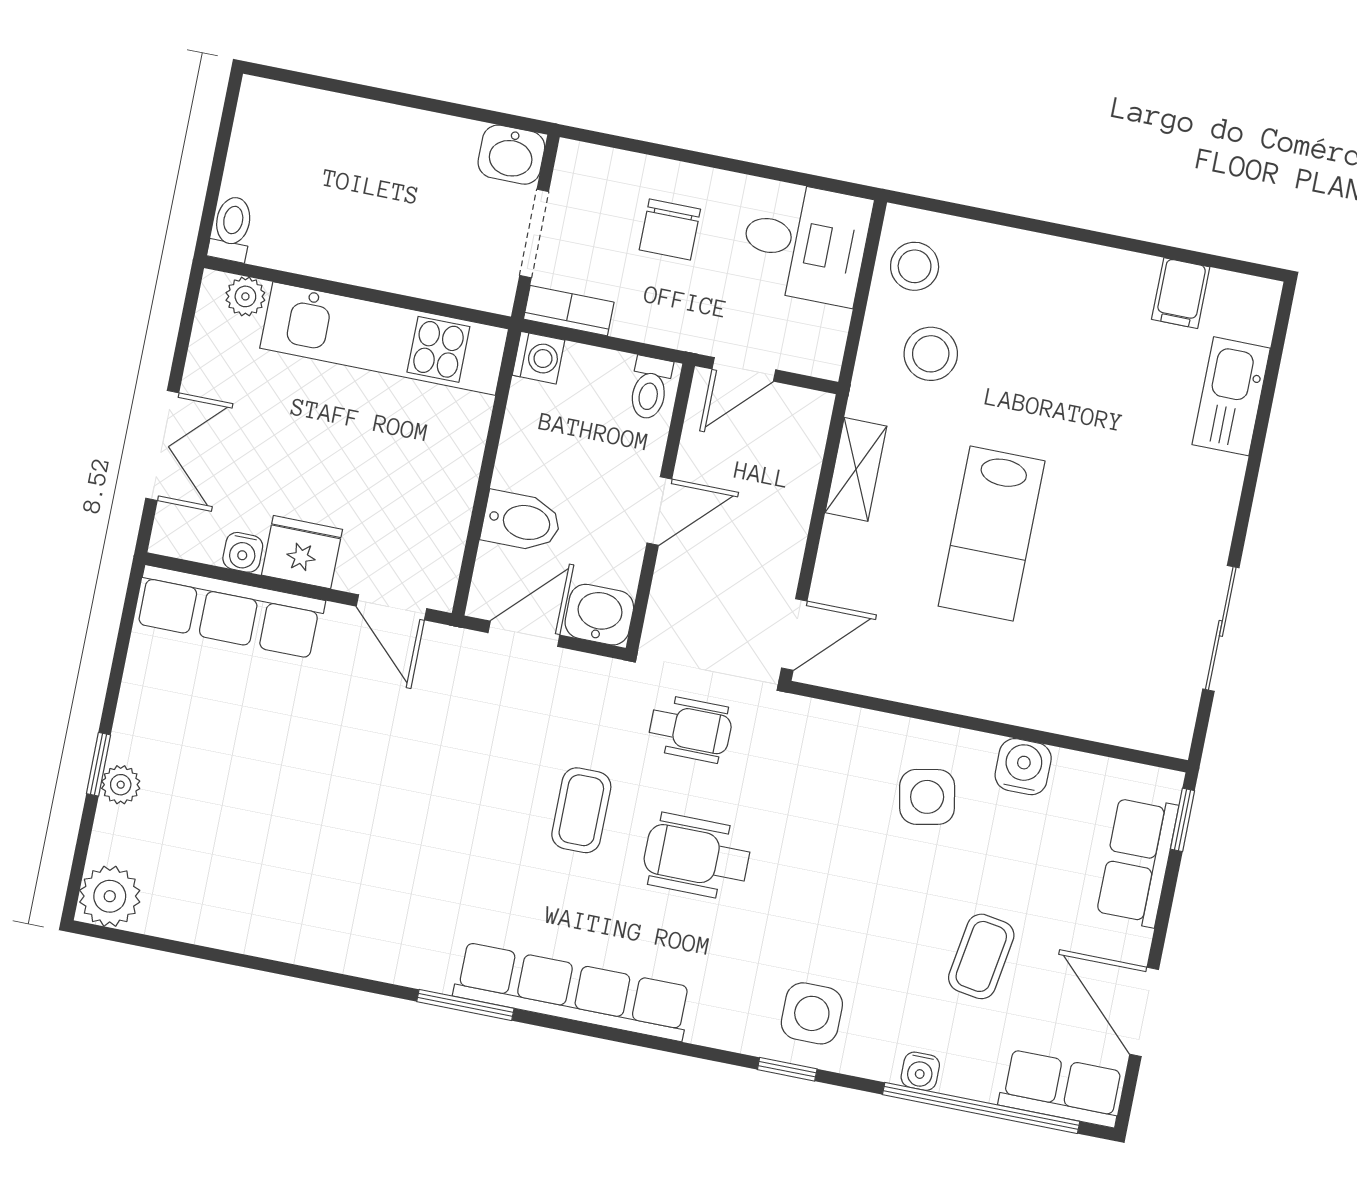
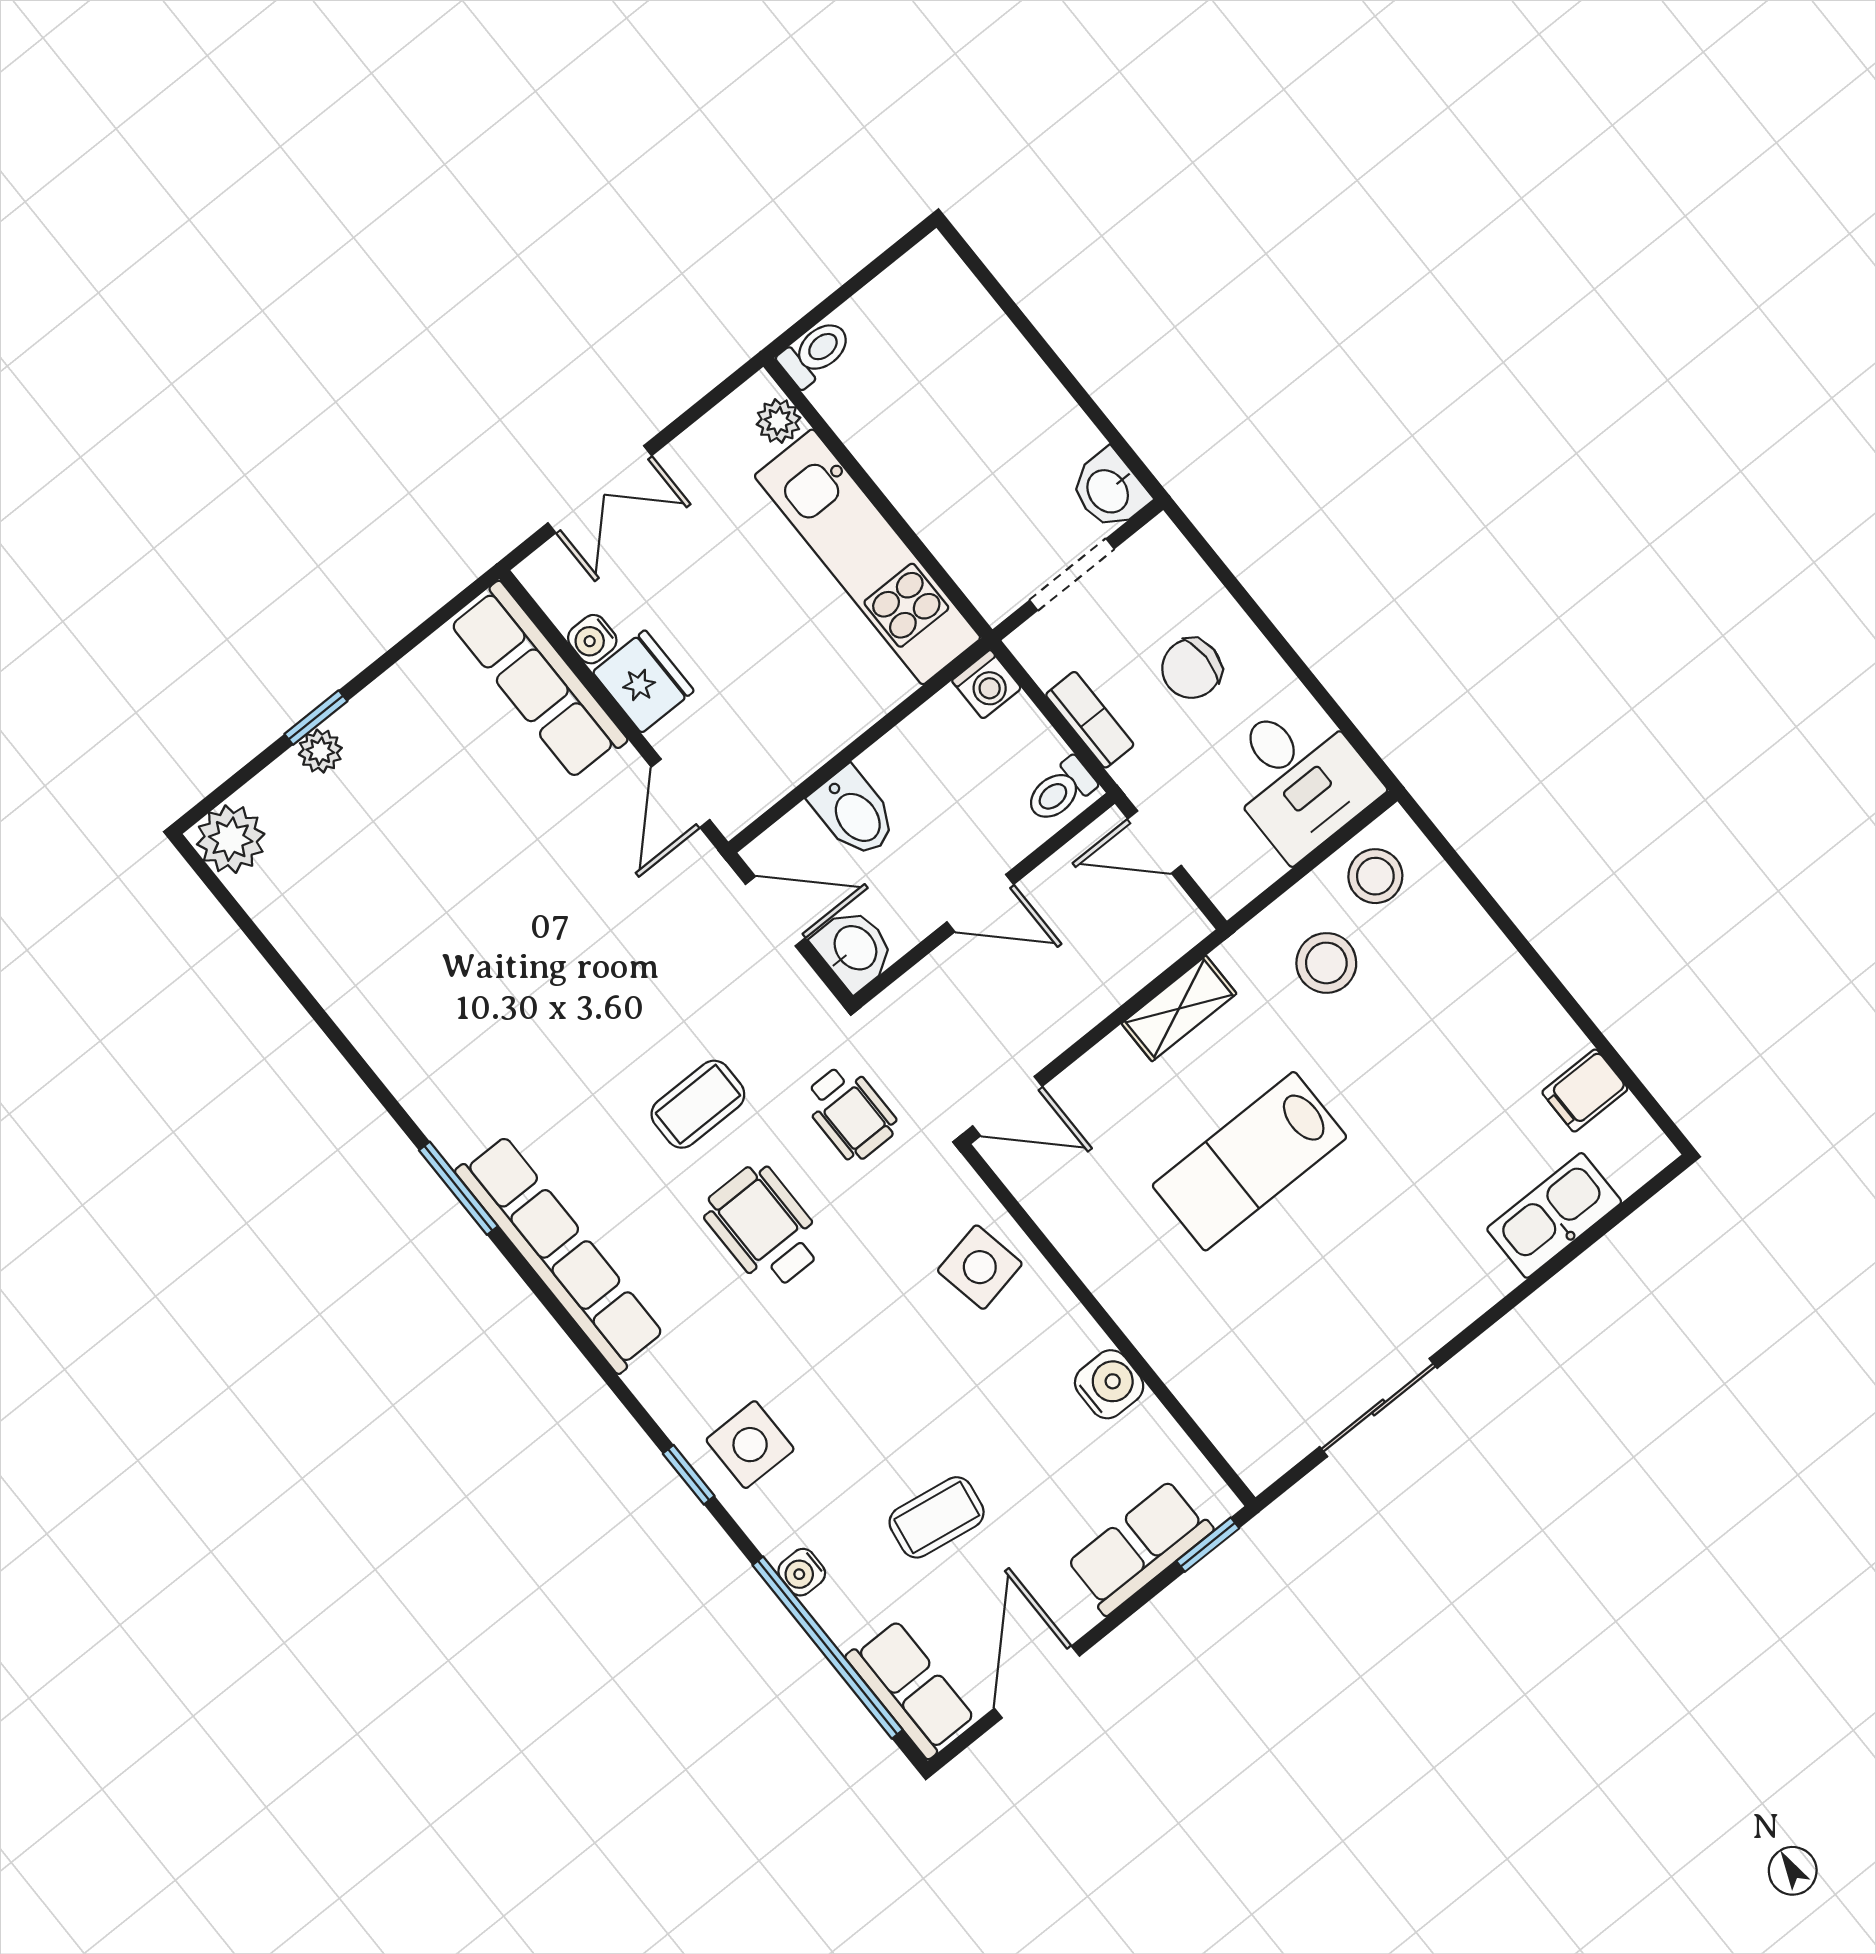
bookcase: (569, 311) -> (1090, 720), moved
side table: (927, 797) -> (980, 1267), moved

